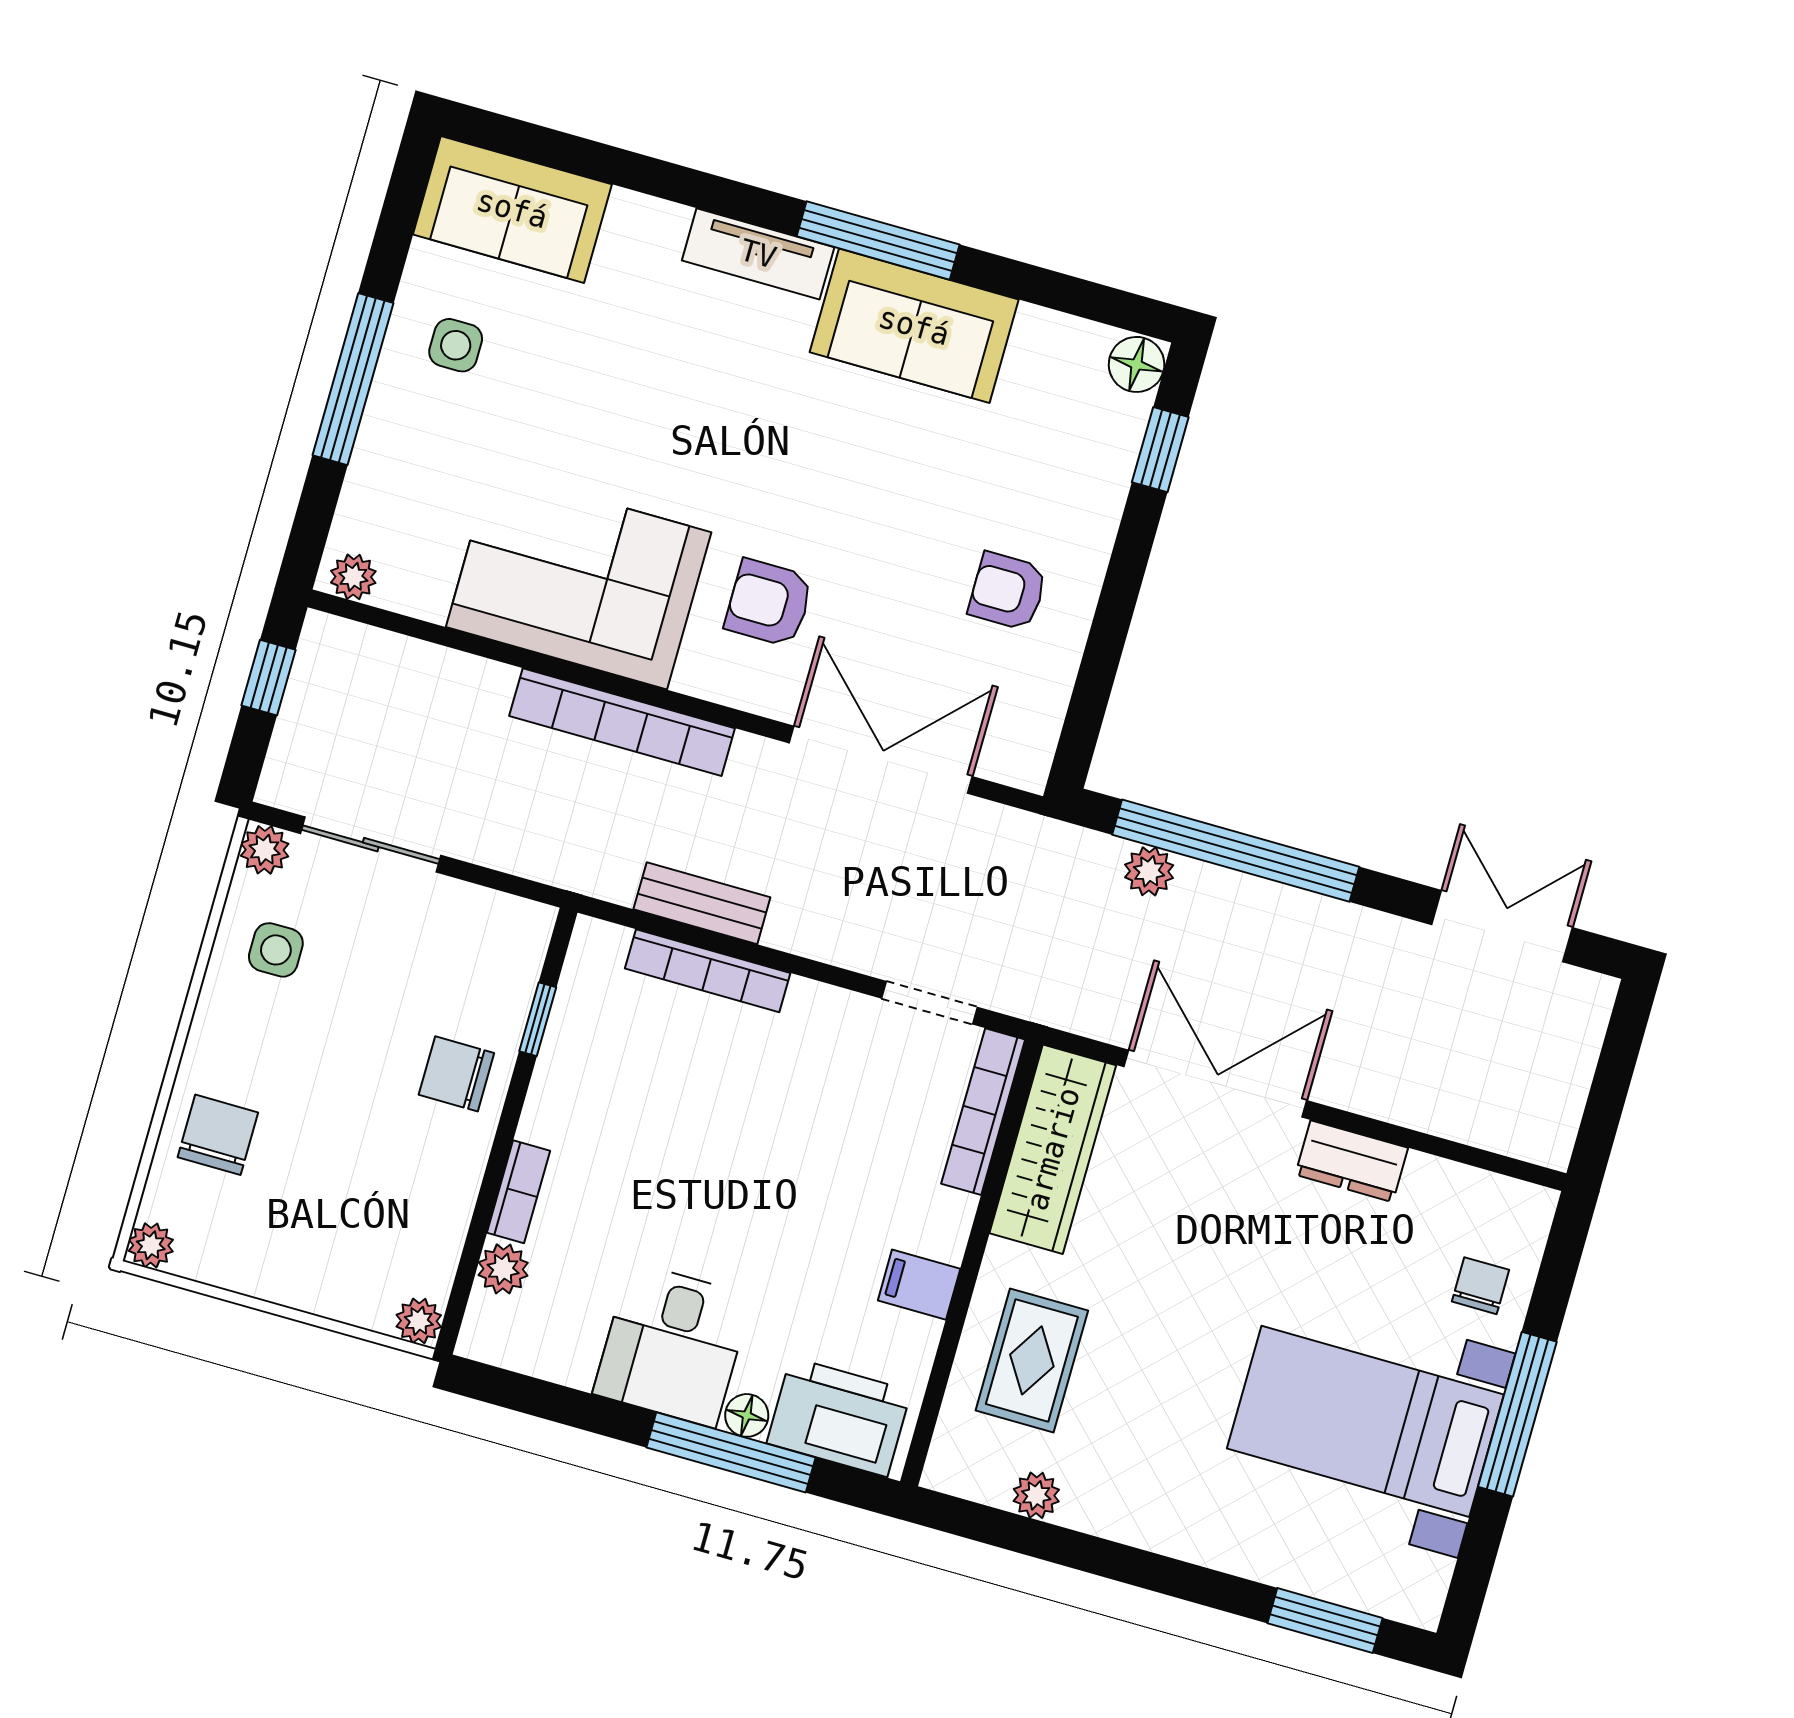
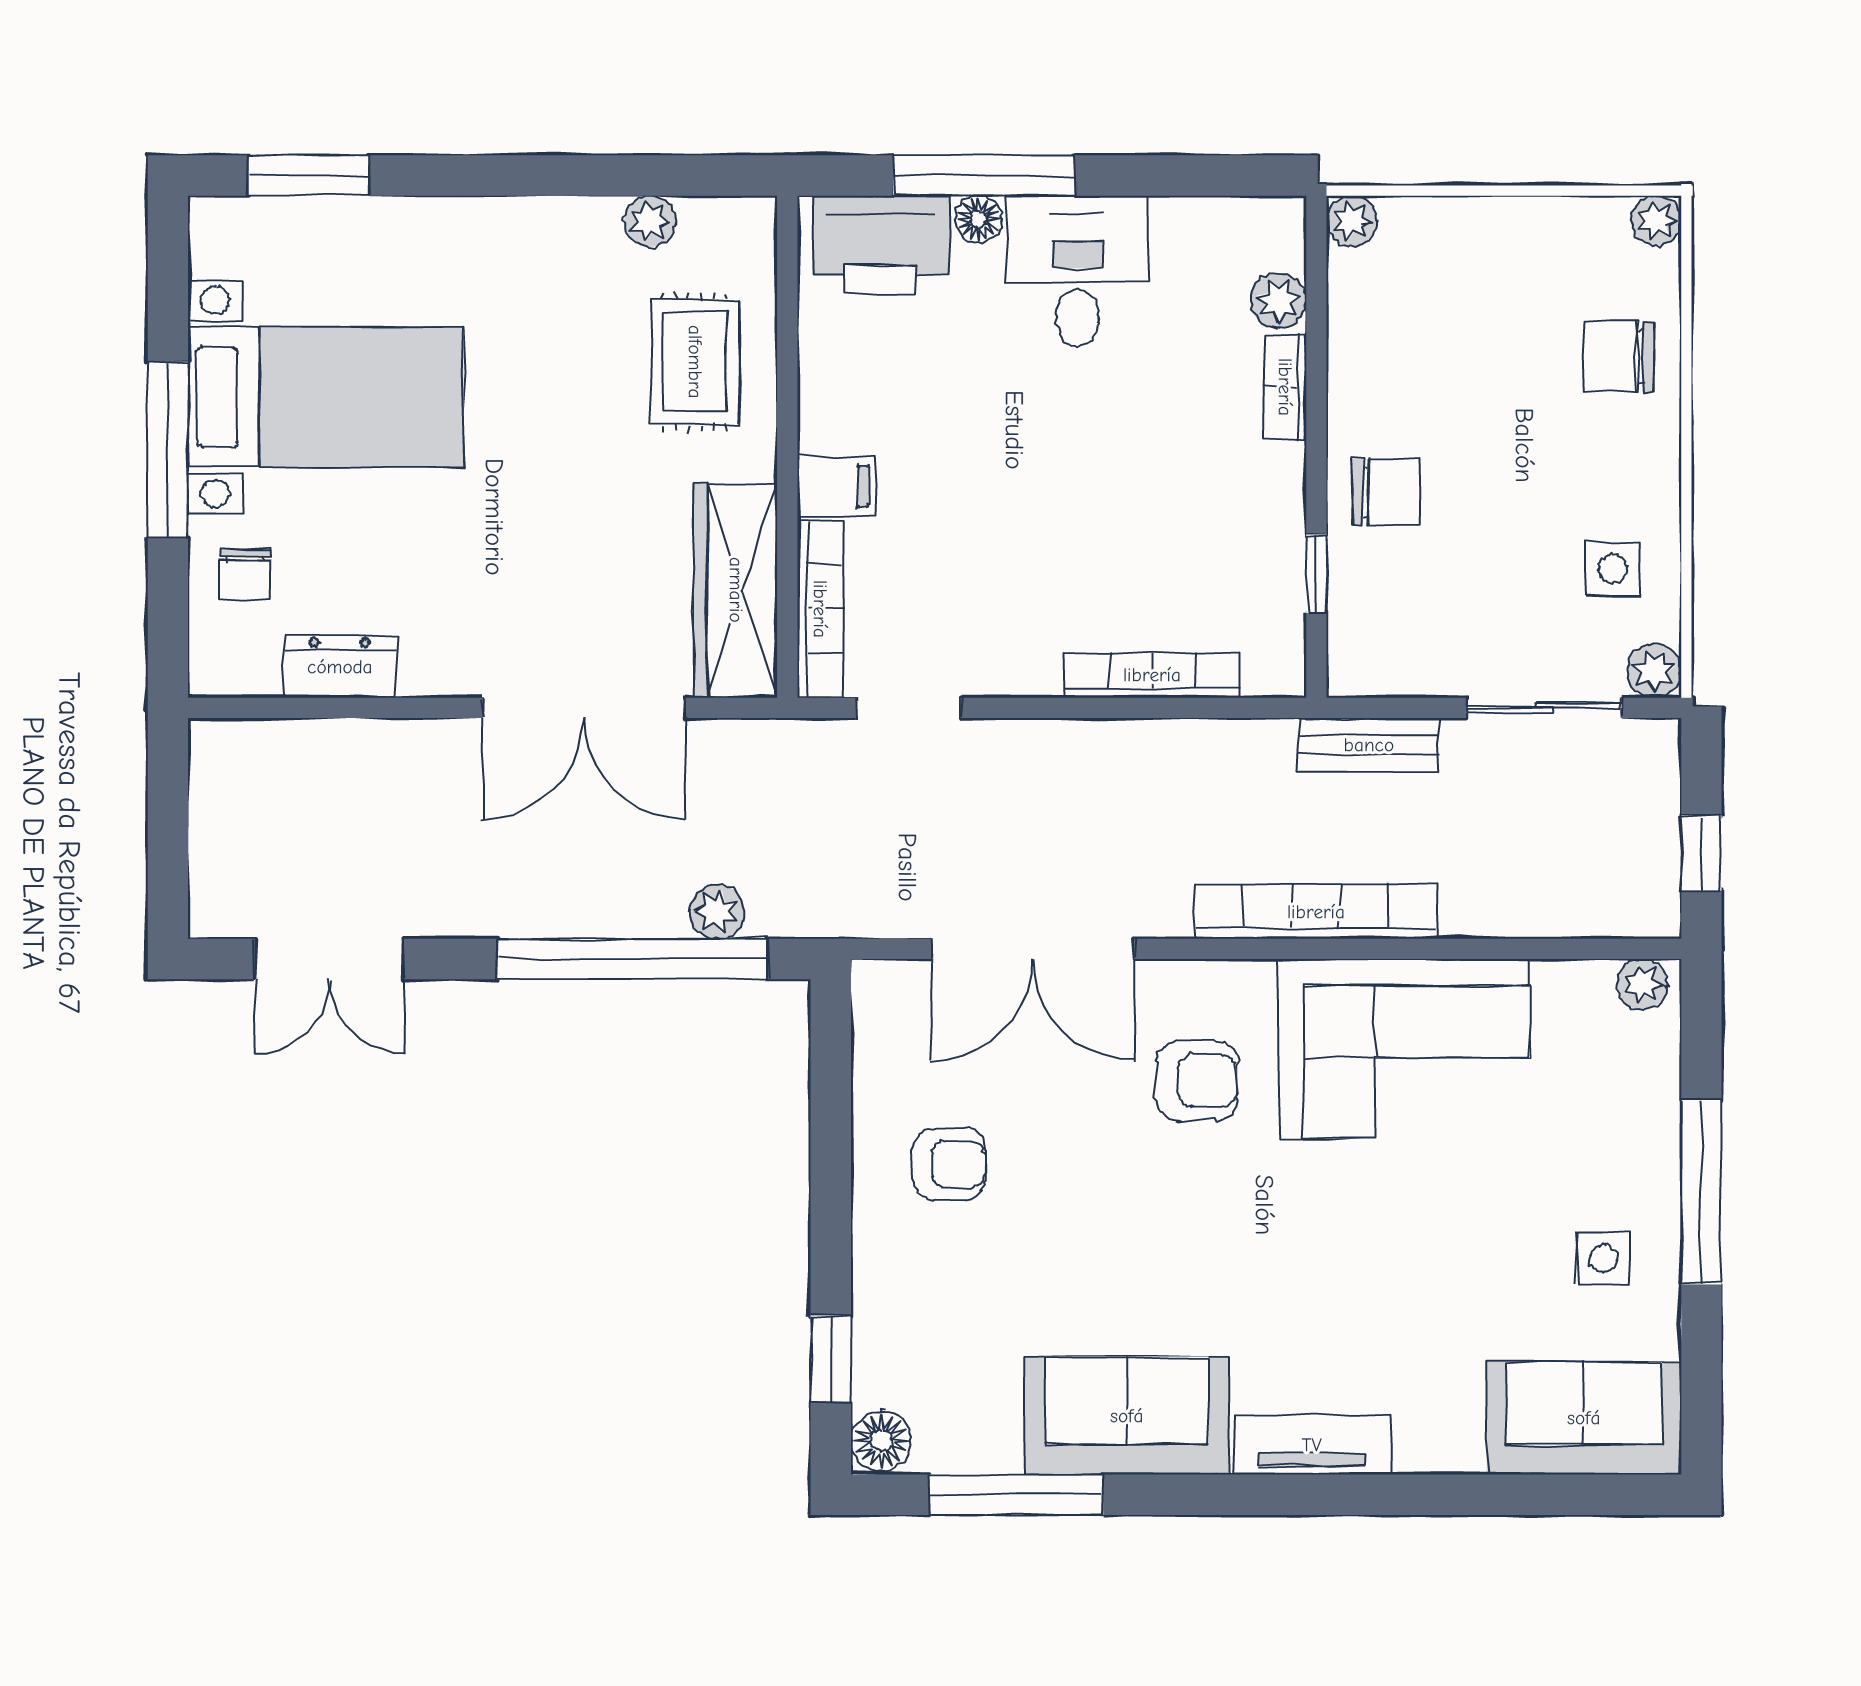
window: (878, 240) -> (1016, 1495), moved
bench: (702, 903) -> (1369, 745), moved
chair: (218, 1135) -> (1618, 357), turned 90
dresser: (1352, 1161) -> (340, 667), moved
filing cabinet: (919, 1285) -> (836, 486), moved

